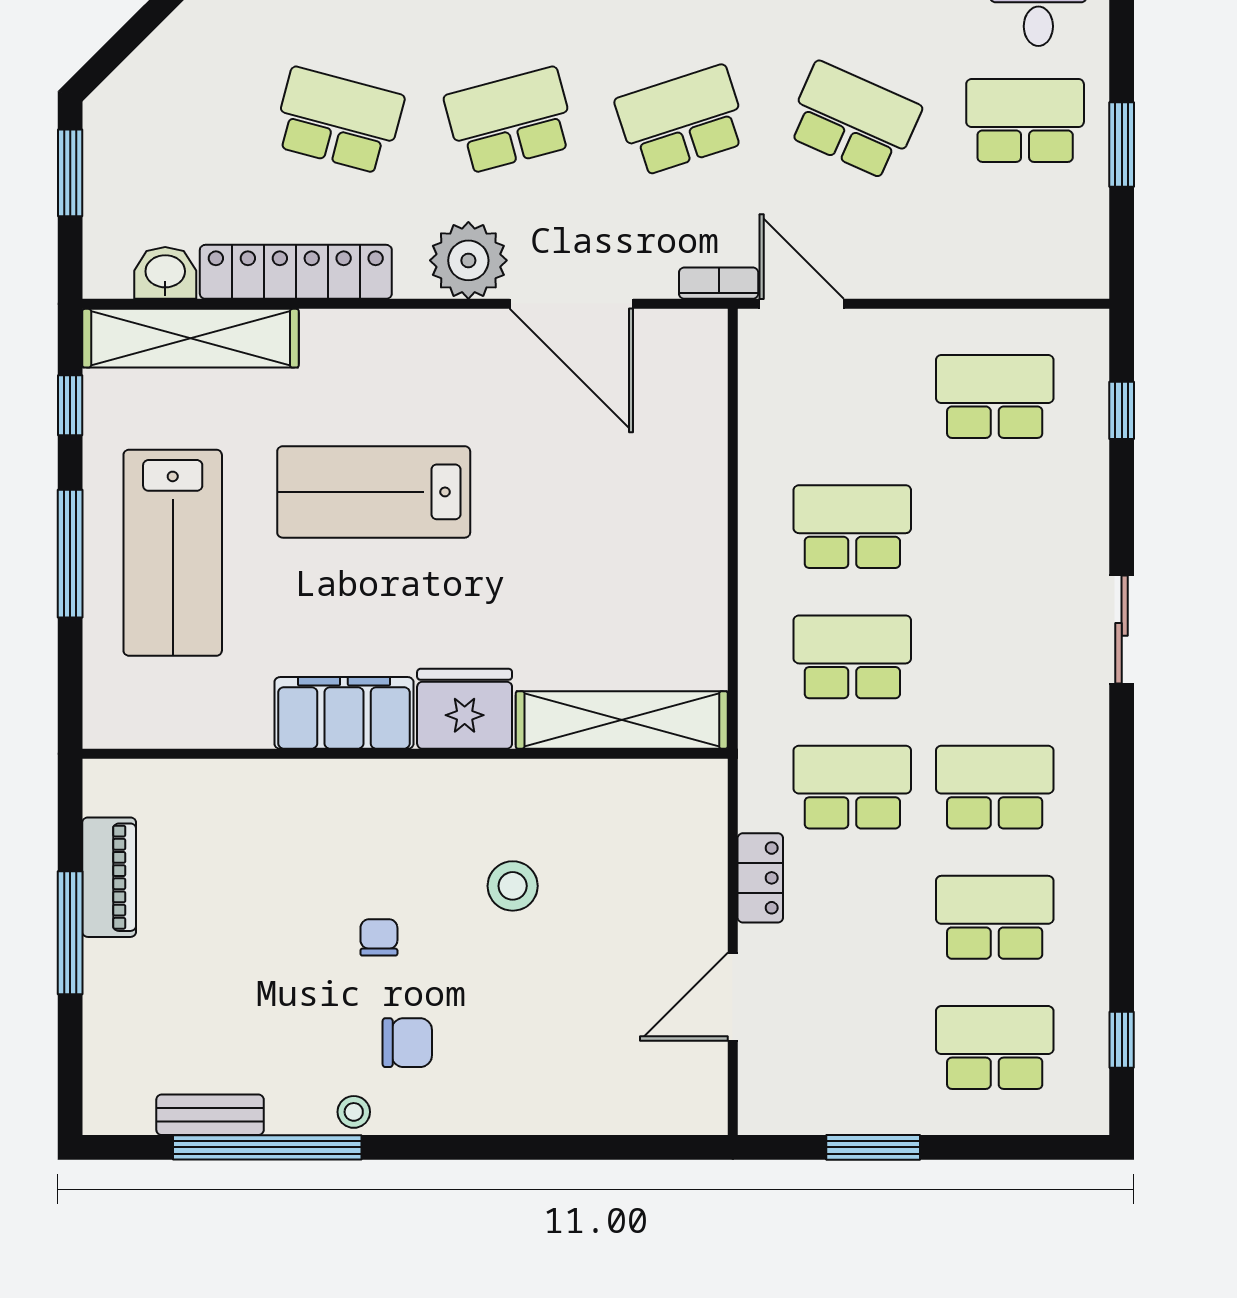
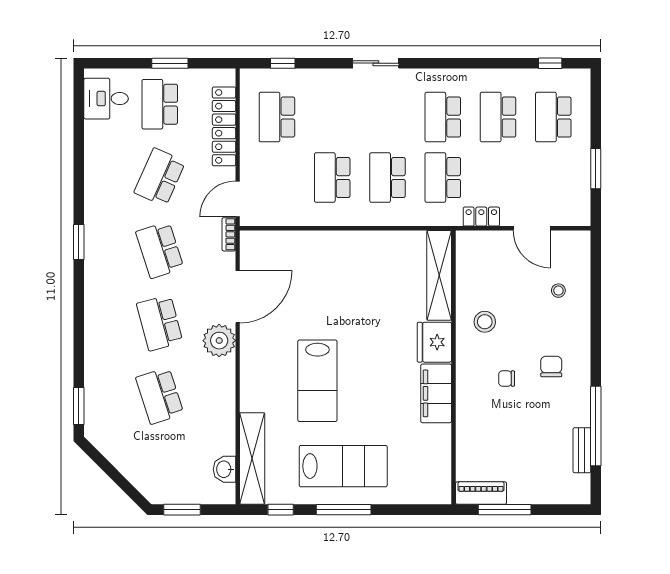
school desk: (338, 120) -> (160, 396), turned -33
locker: (296, 272) -> (224, 126), moved
fridge: (465, 709) -> (434, 342), moved
filing cabinet: (344, 713) -> (436, 393), moved
shelving: (622, 720) -> (439, 275), moved
wall: (405, 754) -> (454, 367), moved
stool: (354, 1112) -> (558, 291), moved

